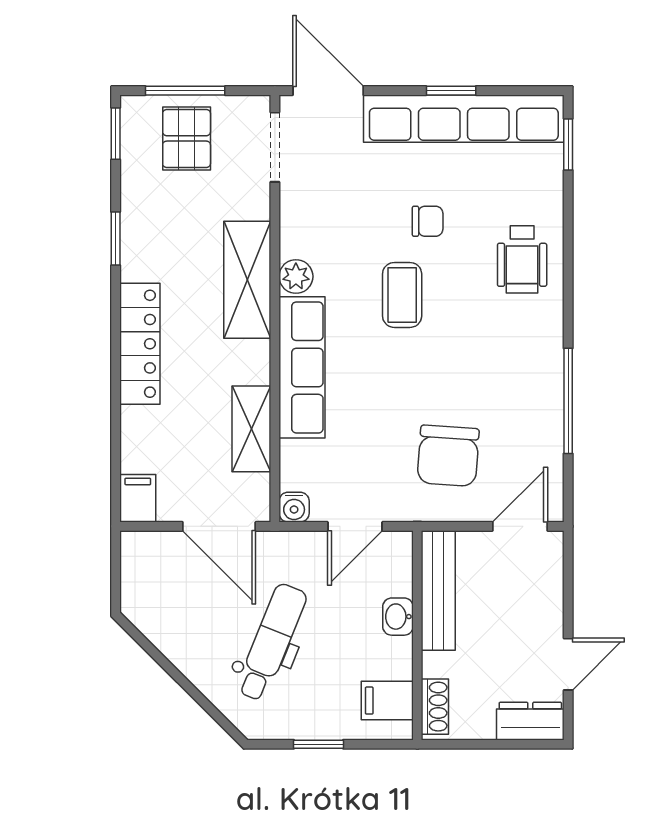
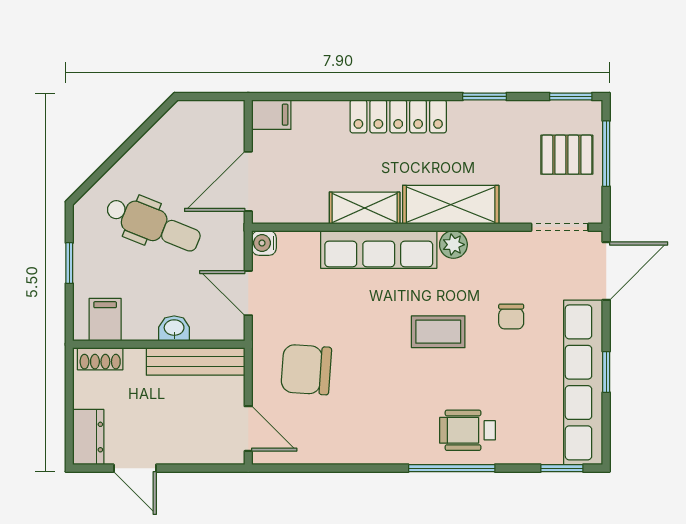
chair: (428, 221) -> (511, 317), moved
window: (568, 401) -> (452, 468), moved
shelving: (251, 429) -> (365, 208), moved

